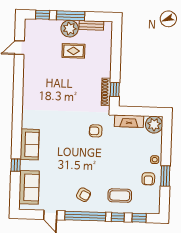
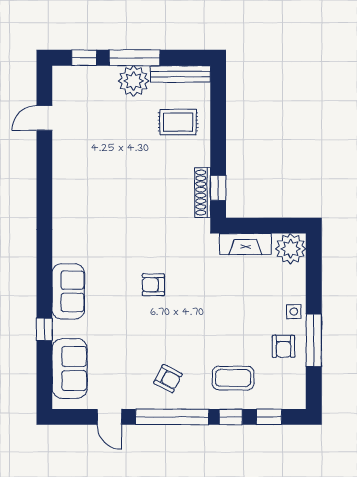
bench: (91, 25) -> (180, 74), width x1.36
rug: (73, 51) -> (178, 122), moved
armchair: (96, 131) -> (153, 285), moved
window: (165, 176) -> (314, 340), width x1.44

